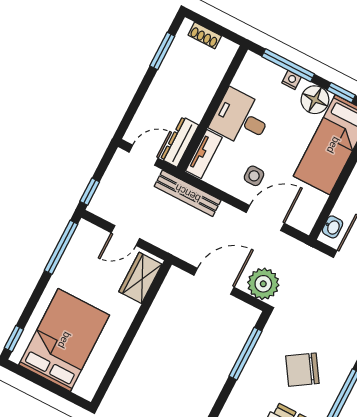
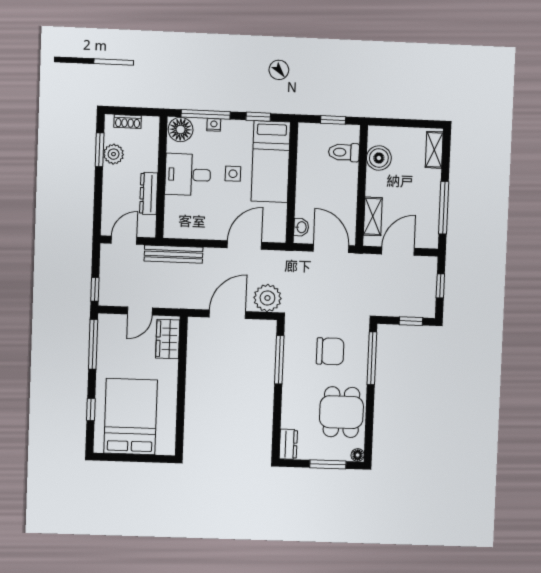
plant: (175, 62) -> (114, 154), added
floor lamp: (315, 100) -> (181, 130), moved
dresser: (180, 142) -> (149, 194), moved
tv unit: (204, 154) -> (172, 217), removed
side table: (254, 176) -> (233, 174), moved
window: (14, 339) -> (91, 410), moved
chair: (302, 370) -> (330, 351), turned -147

